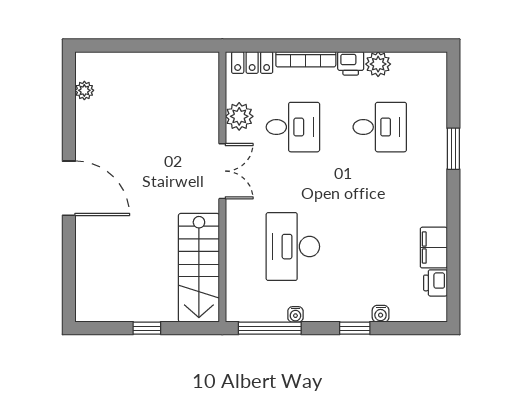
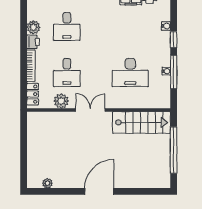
desk: (293, 127) -> (67, 73), turned 180
desk: (380, 127) -> (67, 26), turned 180
window: (147, 328) -> (174, 150), width x3.17
window: (270, 328) -> (174, 72), moved

